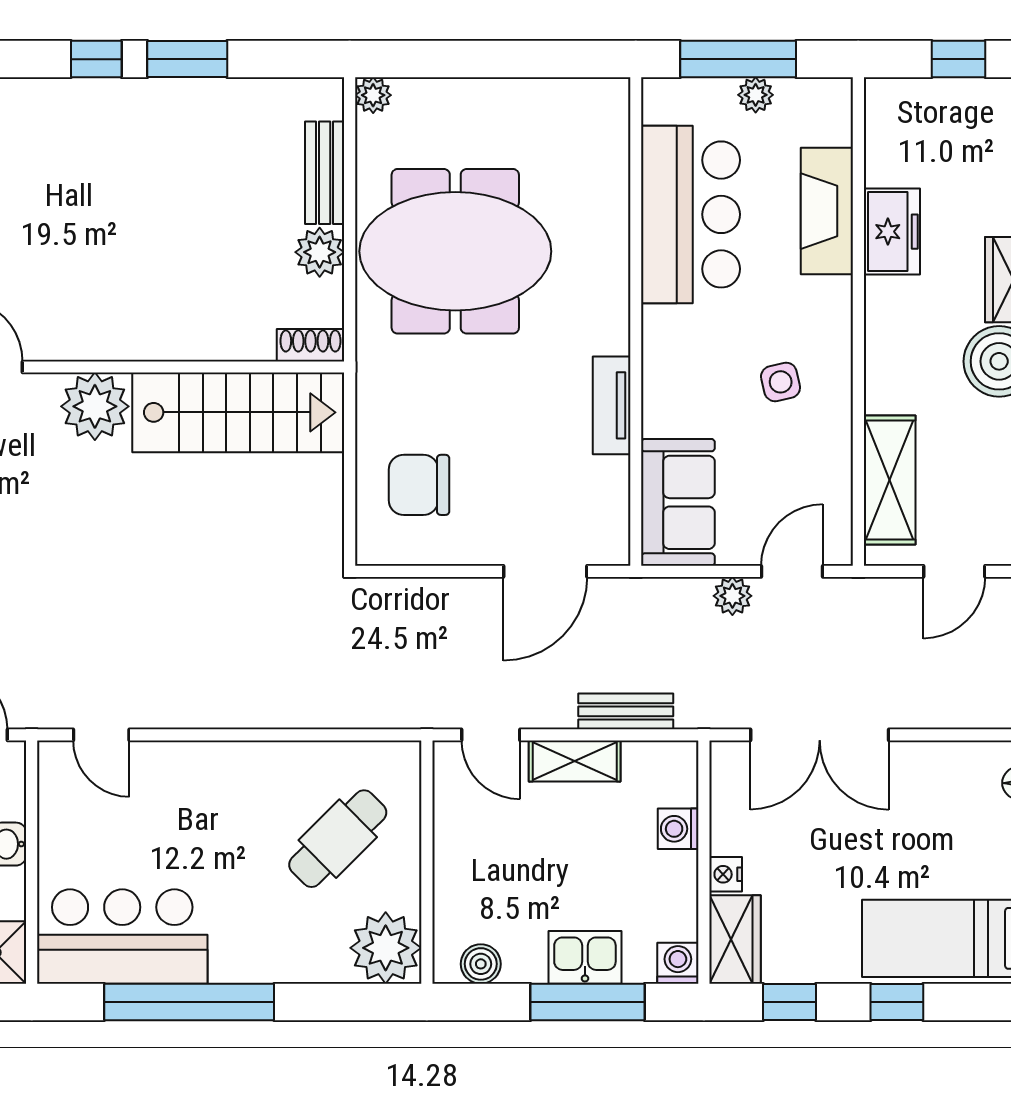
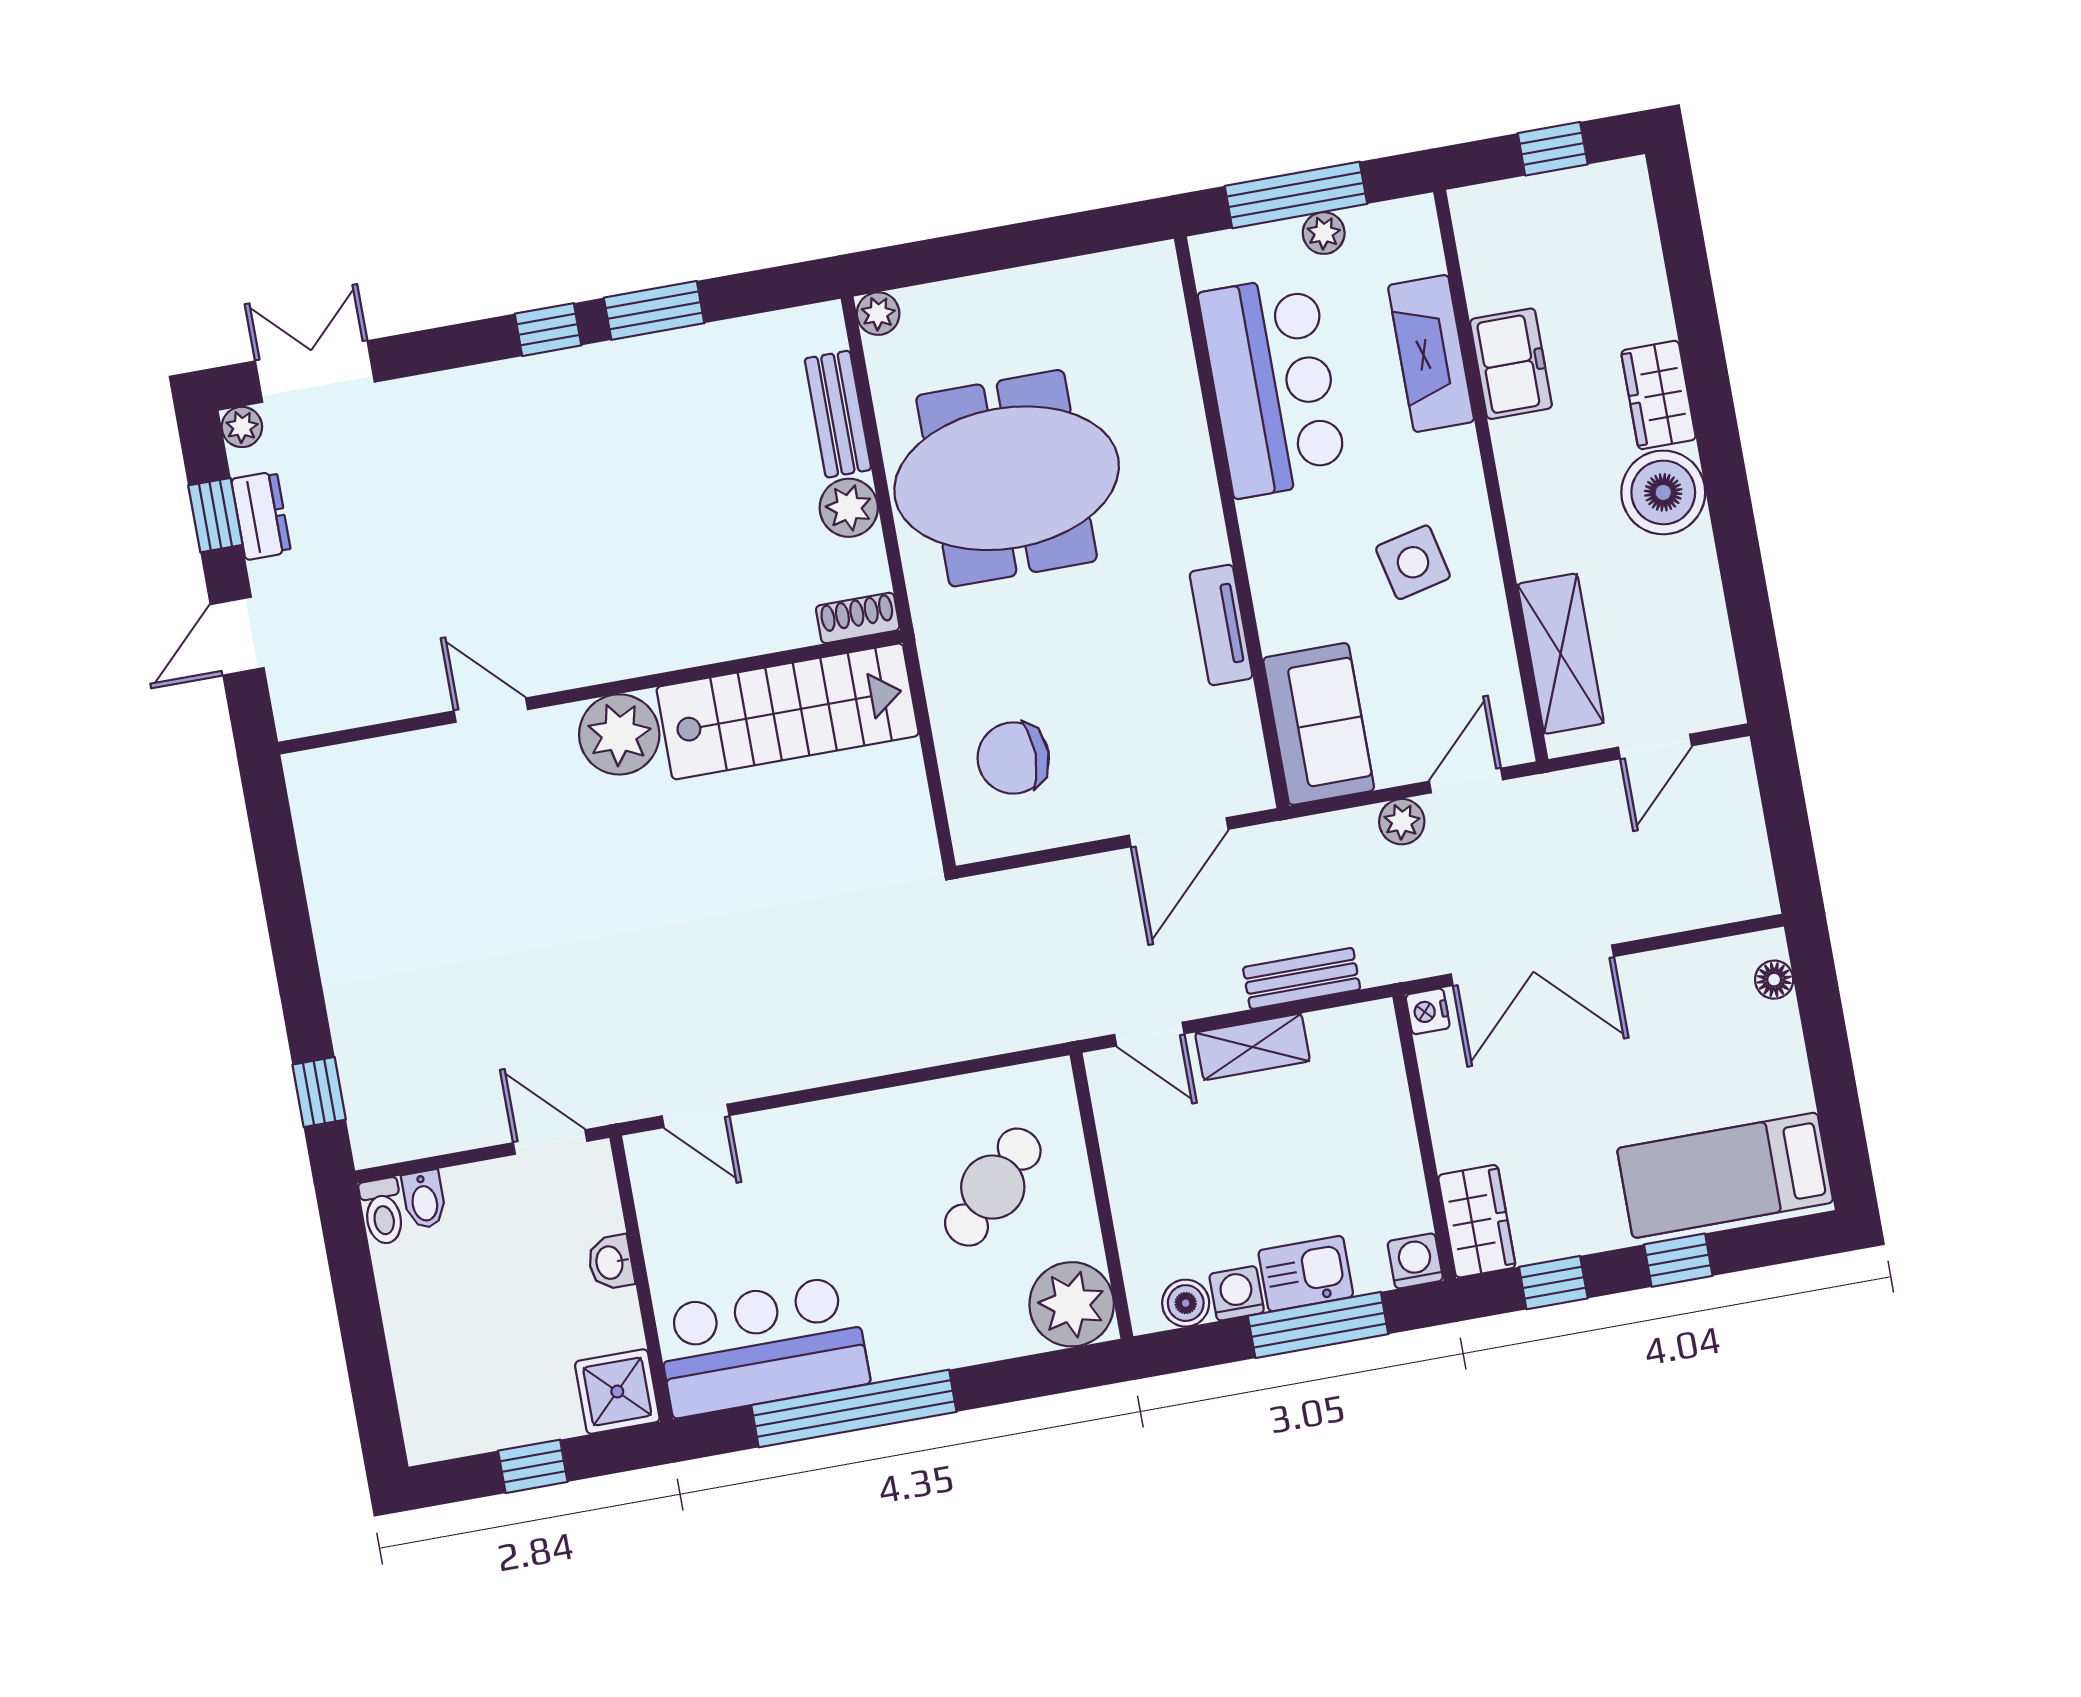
side table: (781, 382) -> (1413, 562), width x1.37, depth x1.37
washing machine: (678, 829) -> (1237, 1293), moved, turned 90
nightstand: (726, 874) -> (1428, 1011), moved

